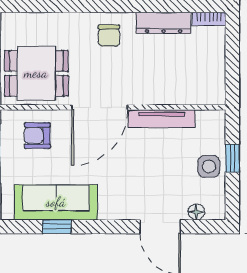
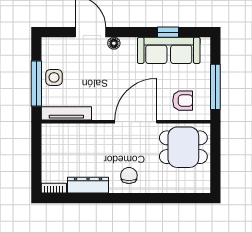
tv unit: (162, 119) -> (66, 113), moved
window: (232, 158) -> (36, 84), width x2.17
floor lamp: (196, 212) -> (114, 43), moved

